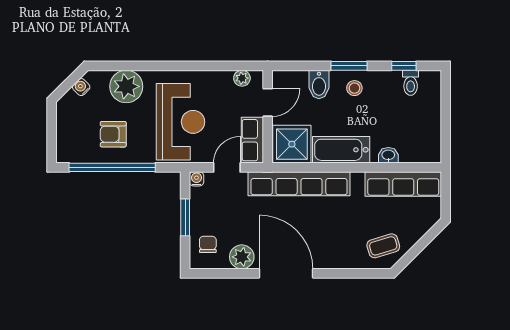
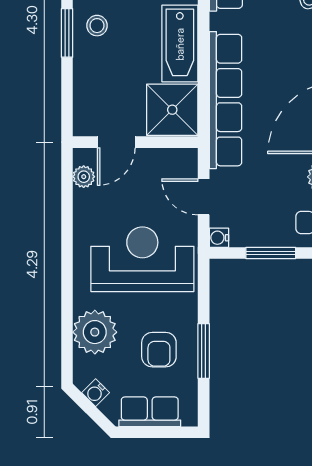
bidet: (319, 84) -> (92, 73), removed
door: (268, 102) -> (116, 142), swing flipped
row of seats: (252, 140) -> (150, 412), moved, turned 180
window: (112, 167) -> (204, 351), width x0.47

